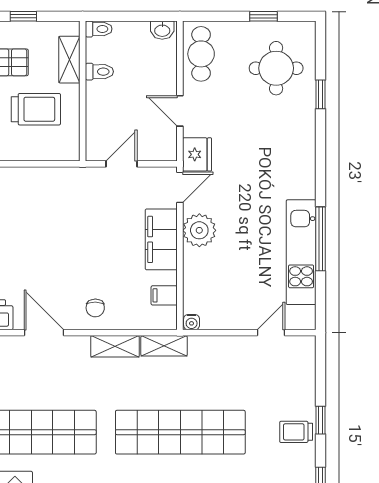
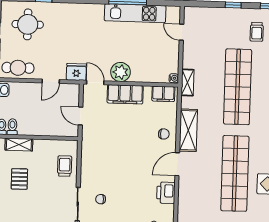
toilet: (99, 72) -> (12, 127), moved
trolley: (36, 109) -> (65, 166), moved, width x0.73, depth x0.72
filing cabinet: (164, 295) -> (163, 94), width x2.00
shelving: (115, 346) -> (188, 130), width x1.50, depth x1.33
shelving: (164, 346) -> (187, 83), moved
trolley: (296, 432) -> (257, 32), moved

